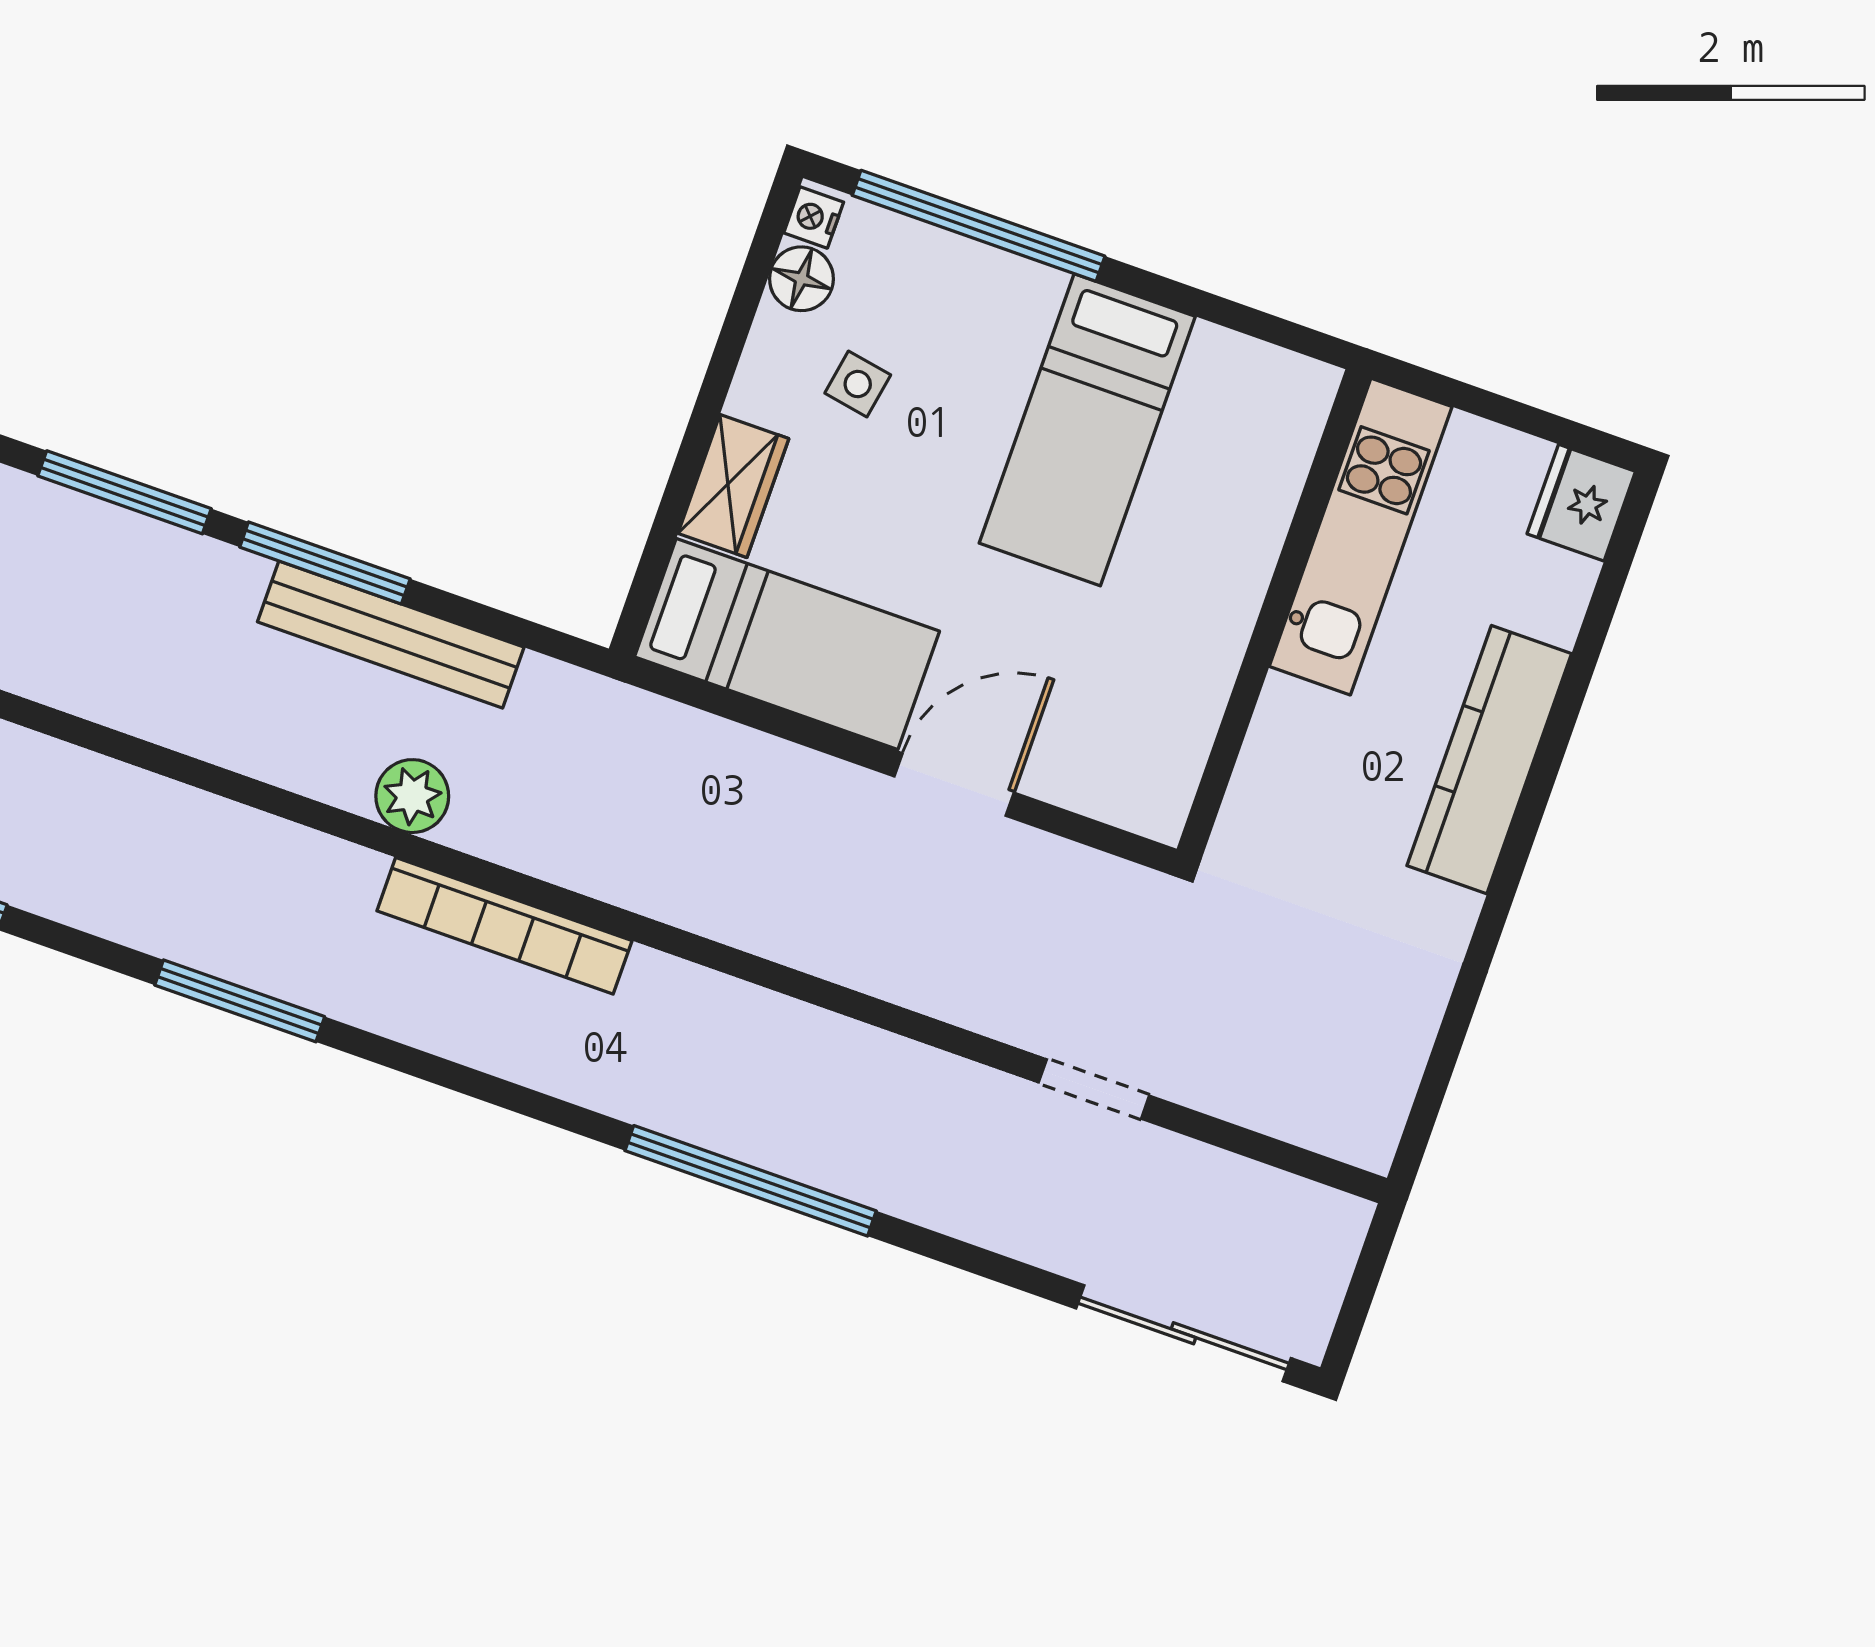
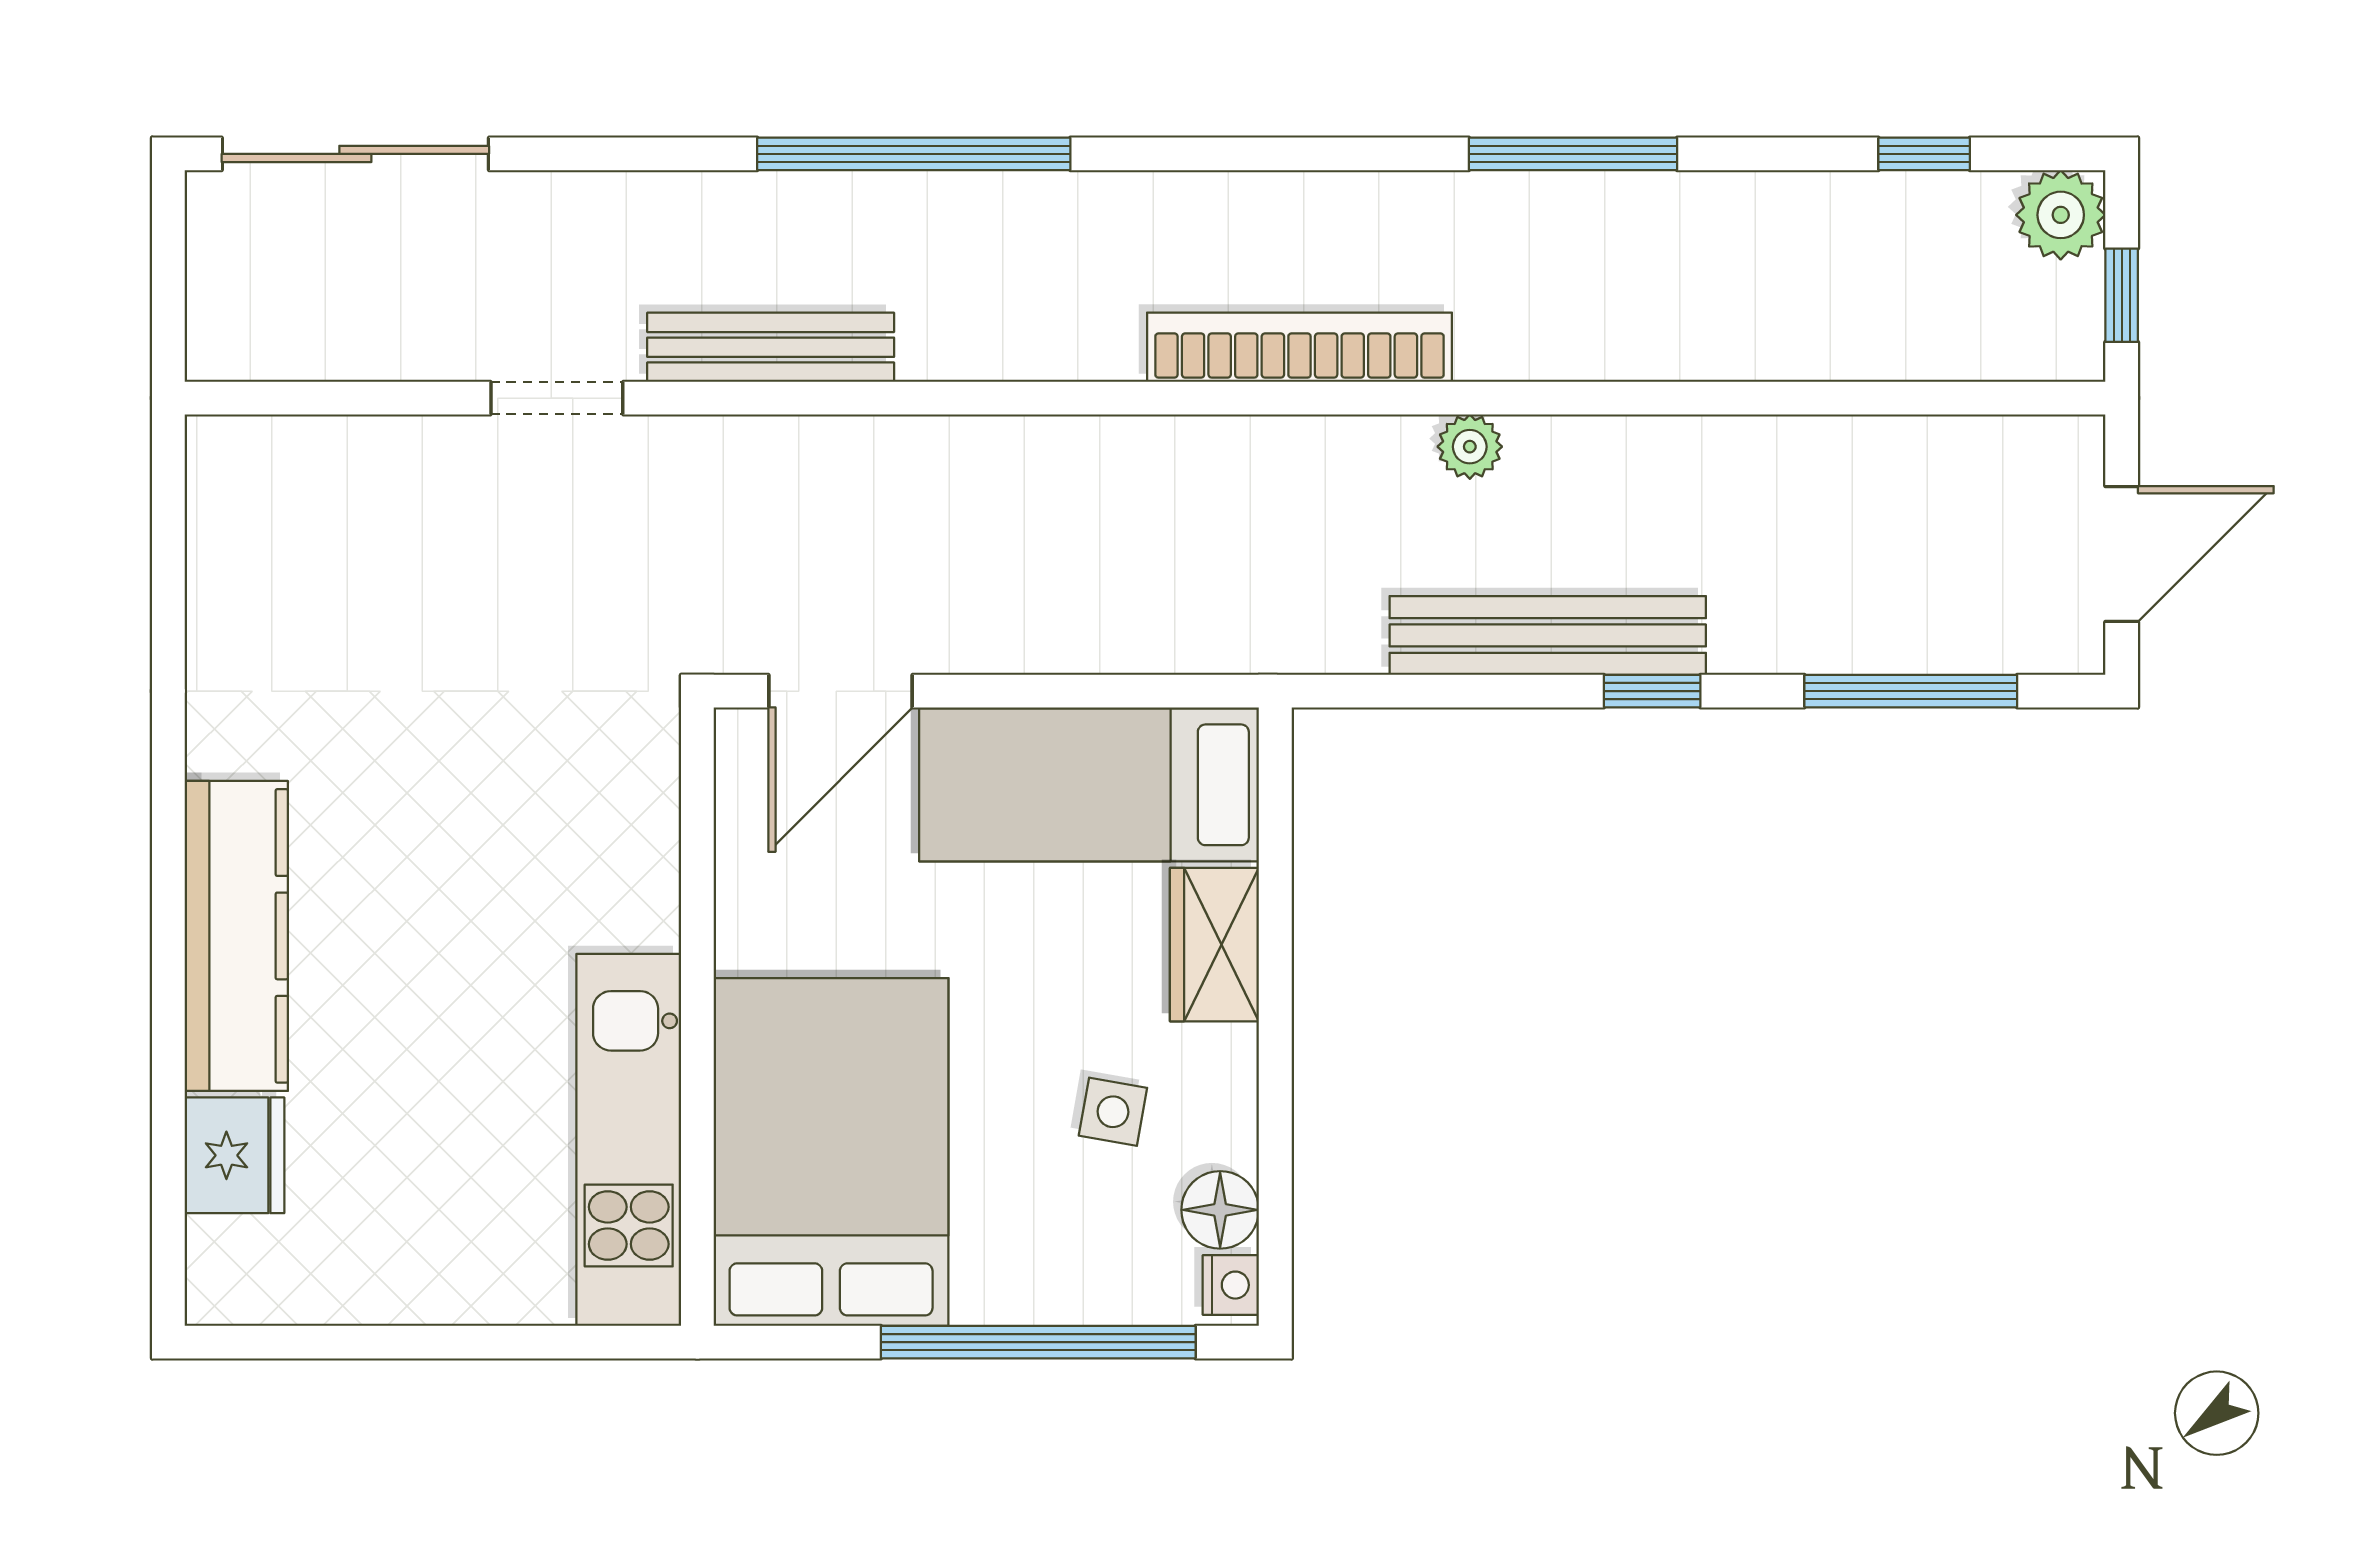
bed: (1087, 430) -> (831, 1152), width x1.50
fridge: (1581, 503) -> (234, 1155), moved
kitchen unit: (1361, 537) -> (629, 1140), moved
window: (325, 563) -> (1652, 691), width x0.46
wall: (1274, 613) -> (697, 1017), moved
plant: (412, 796) -> (1470, 447), width x0.73, depth x0.73
bench: (914, 1070) -> (771, 347), added

